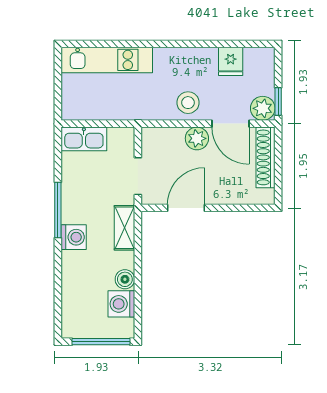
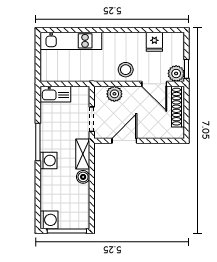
plant: (197, 138) -> (114, 94), moved
boiler: (125, 279) -> (83, 177), moved
washing machine: (121, 304) -> (49, 220), moved, turned 180

